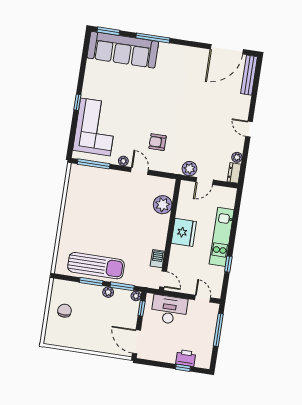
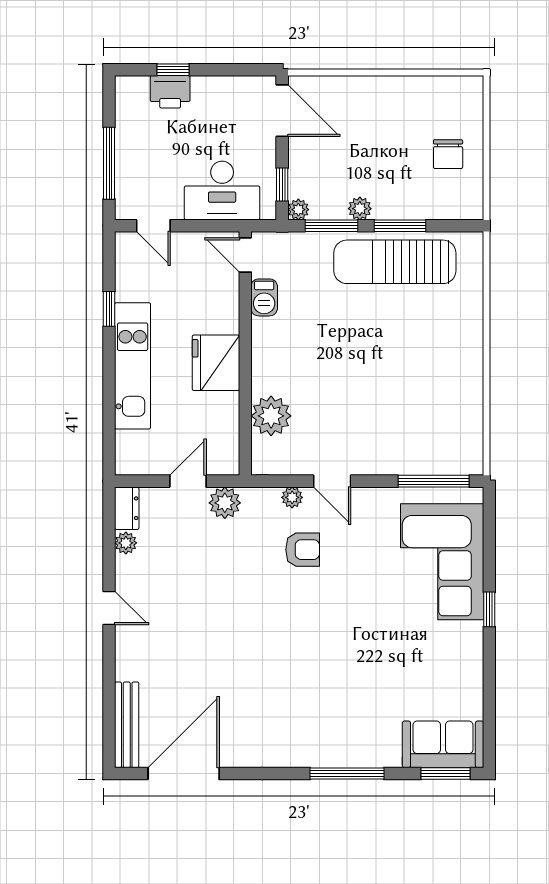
sofa: (123, 50) -> (443, 744), width x0.54, depth x0.79
plant: (123, 161) -> (292, 497), moved

